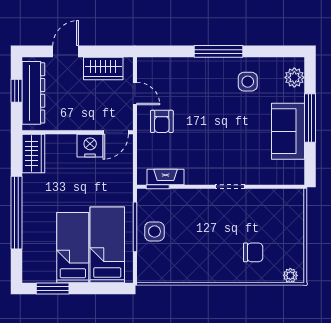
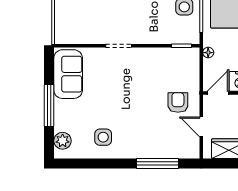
window: (218, 51) -> (157, 163), moved
sofa: (288, 131) -> (68, 74), moved
fireplace: (165, 177) -> (175, 54), removed
floor lamp: (127, 179) -> (208, 53), added

